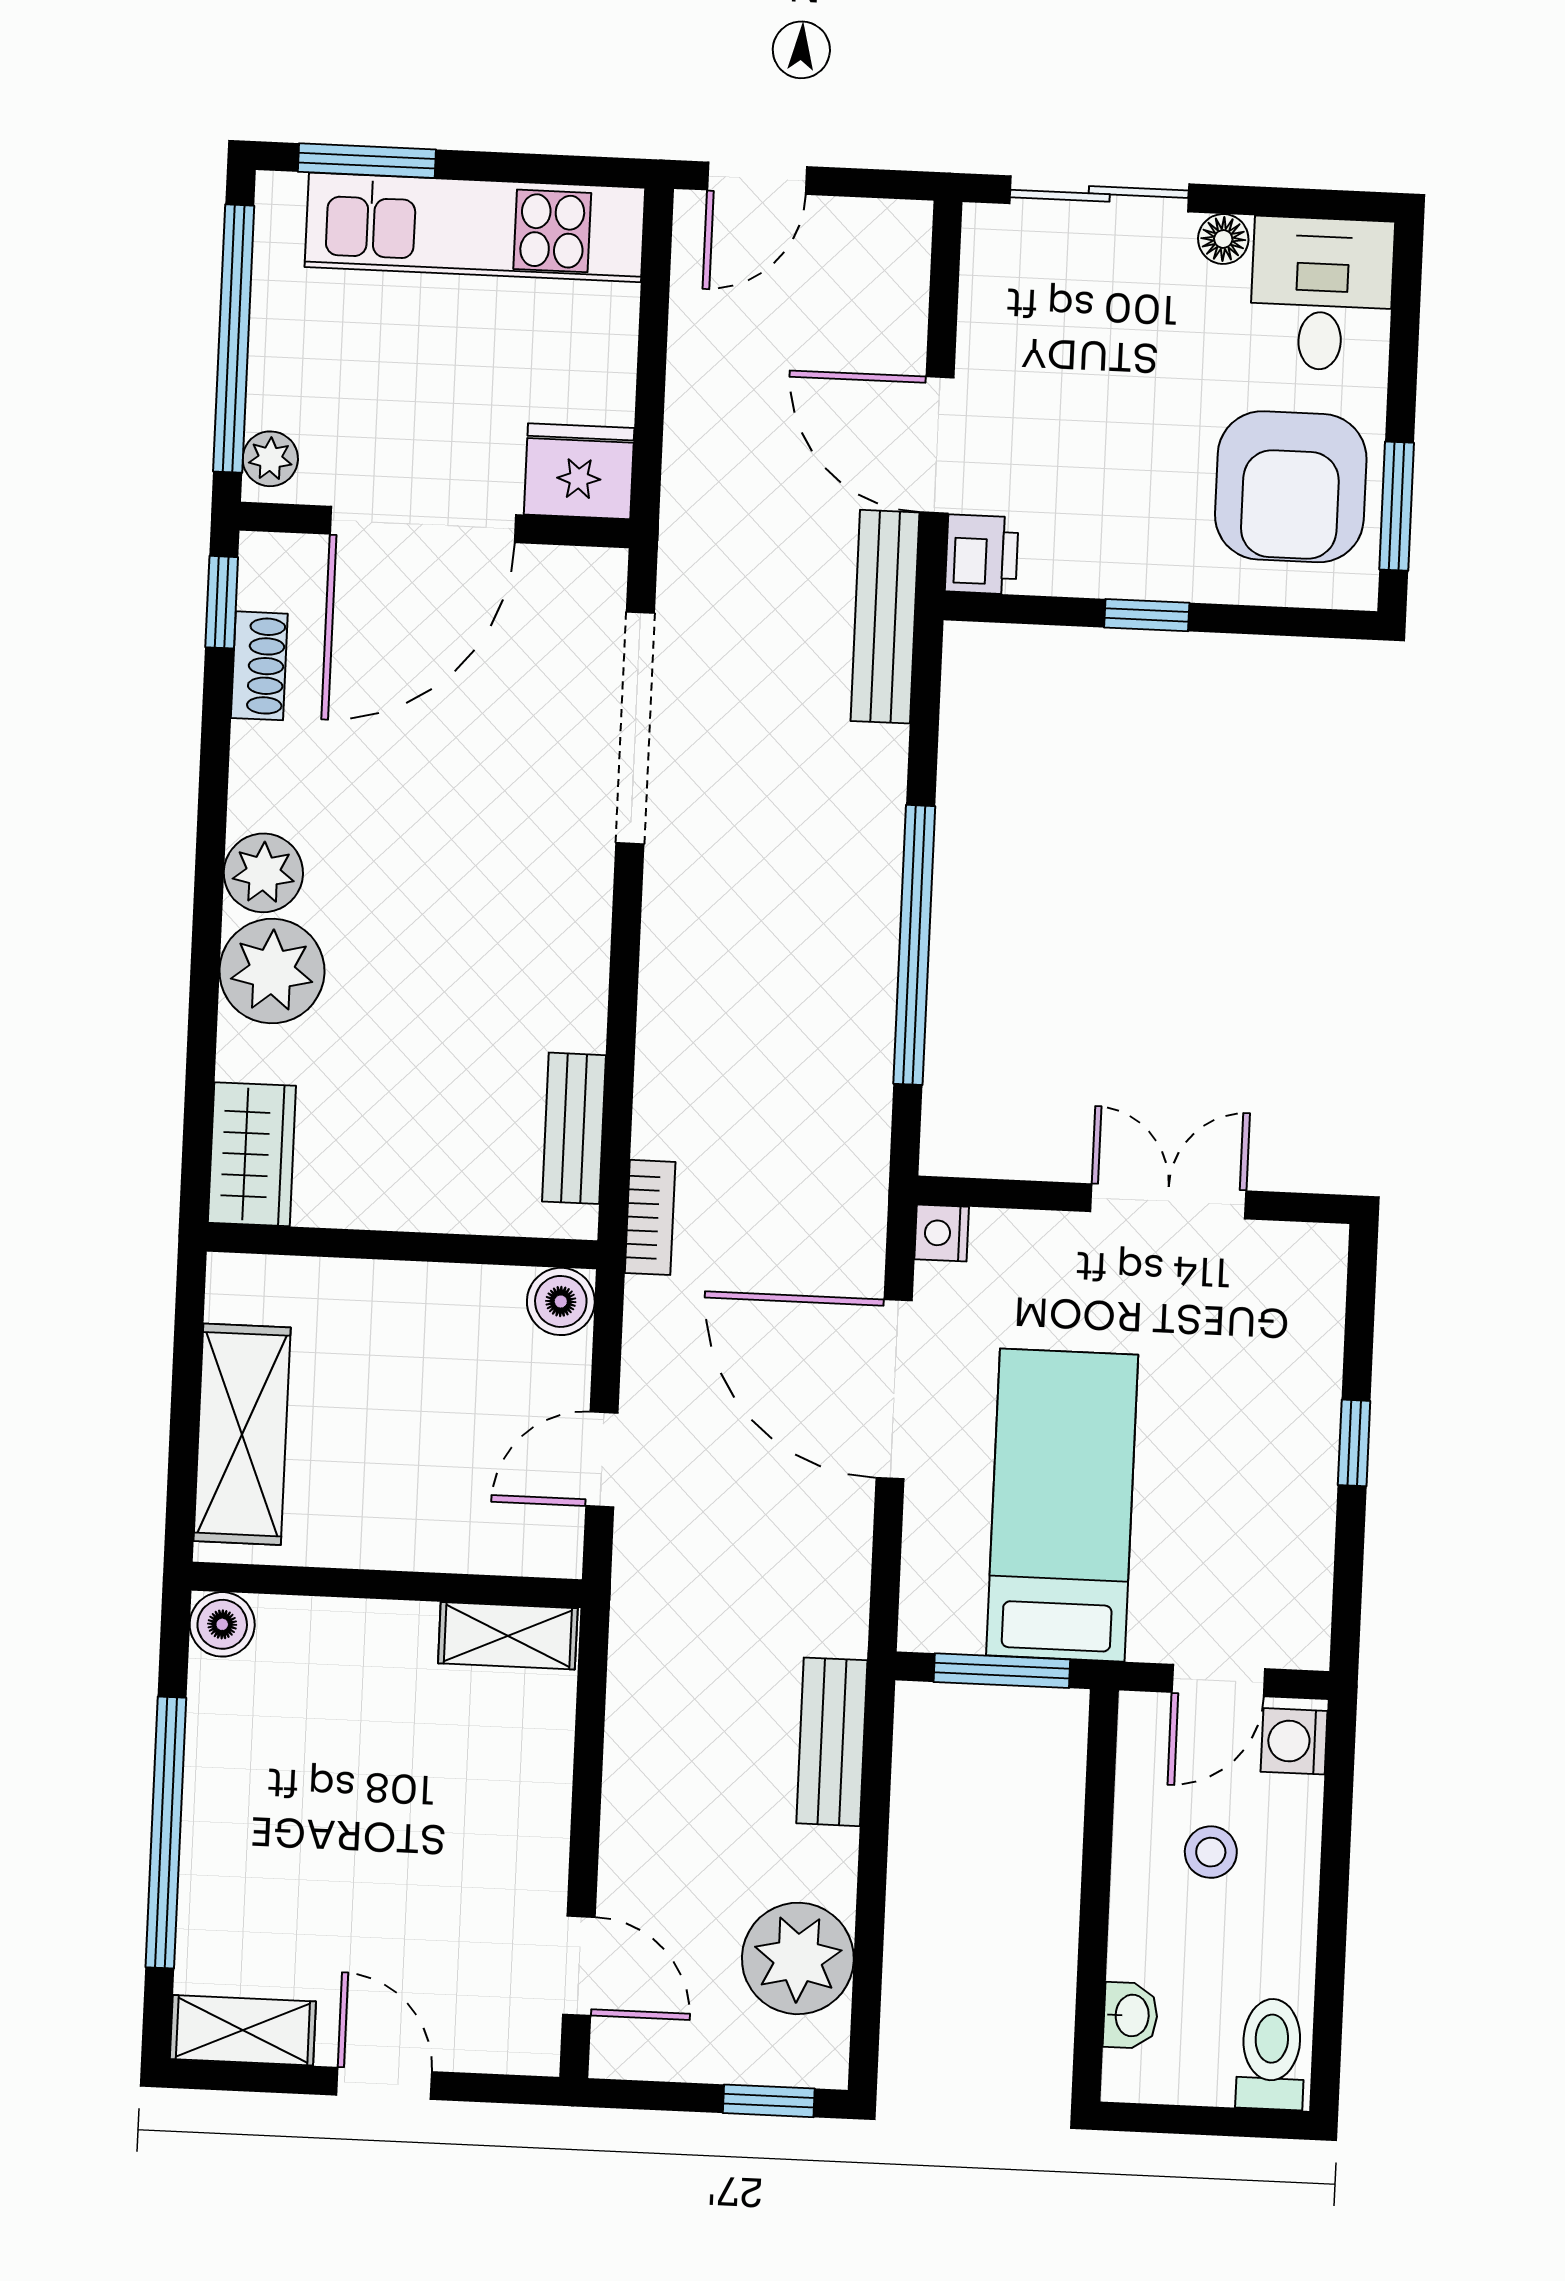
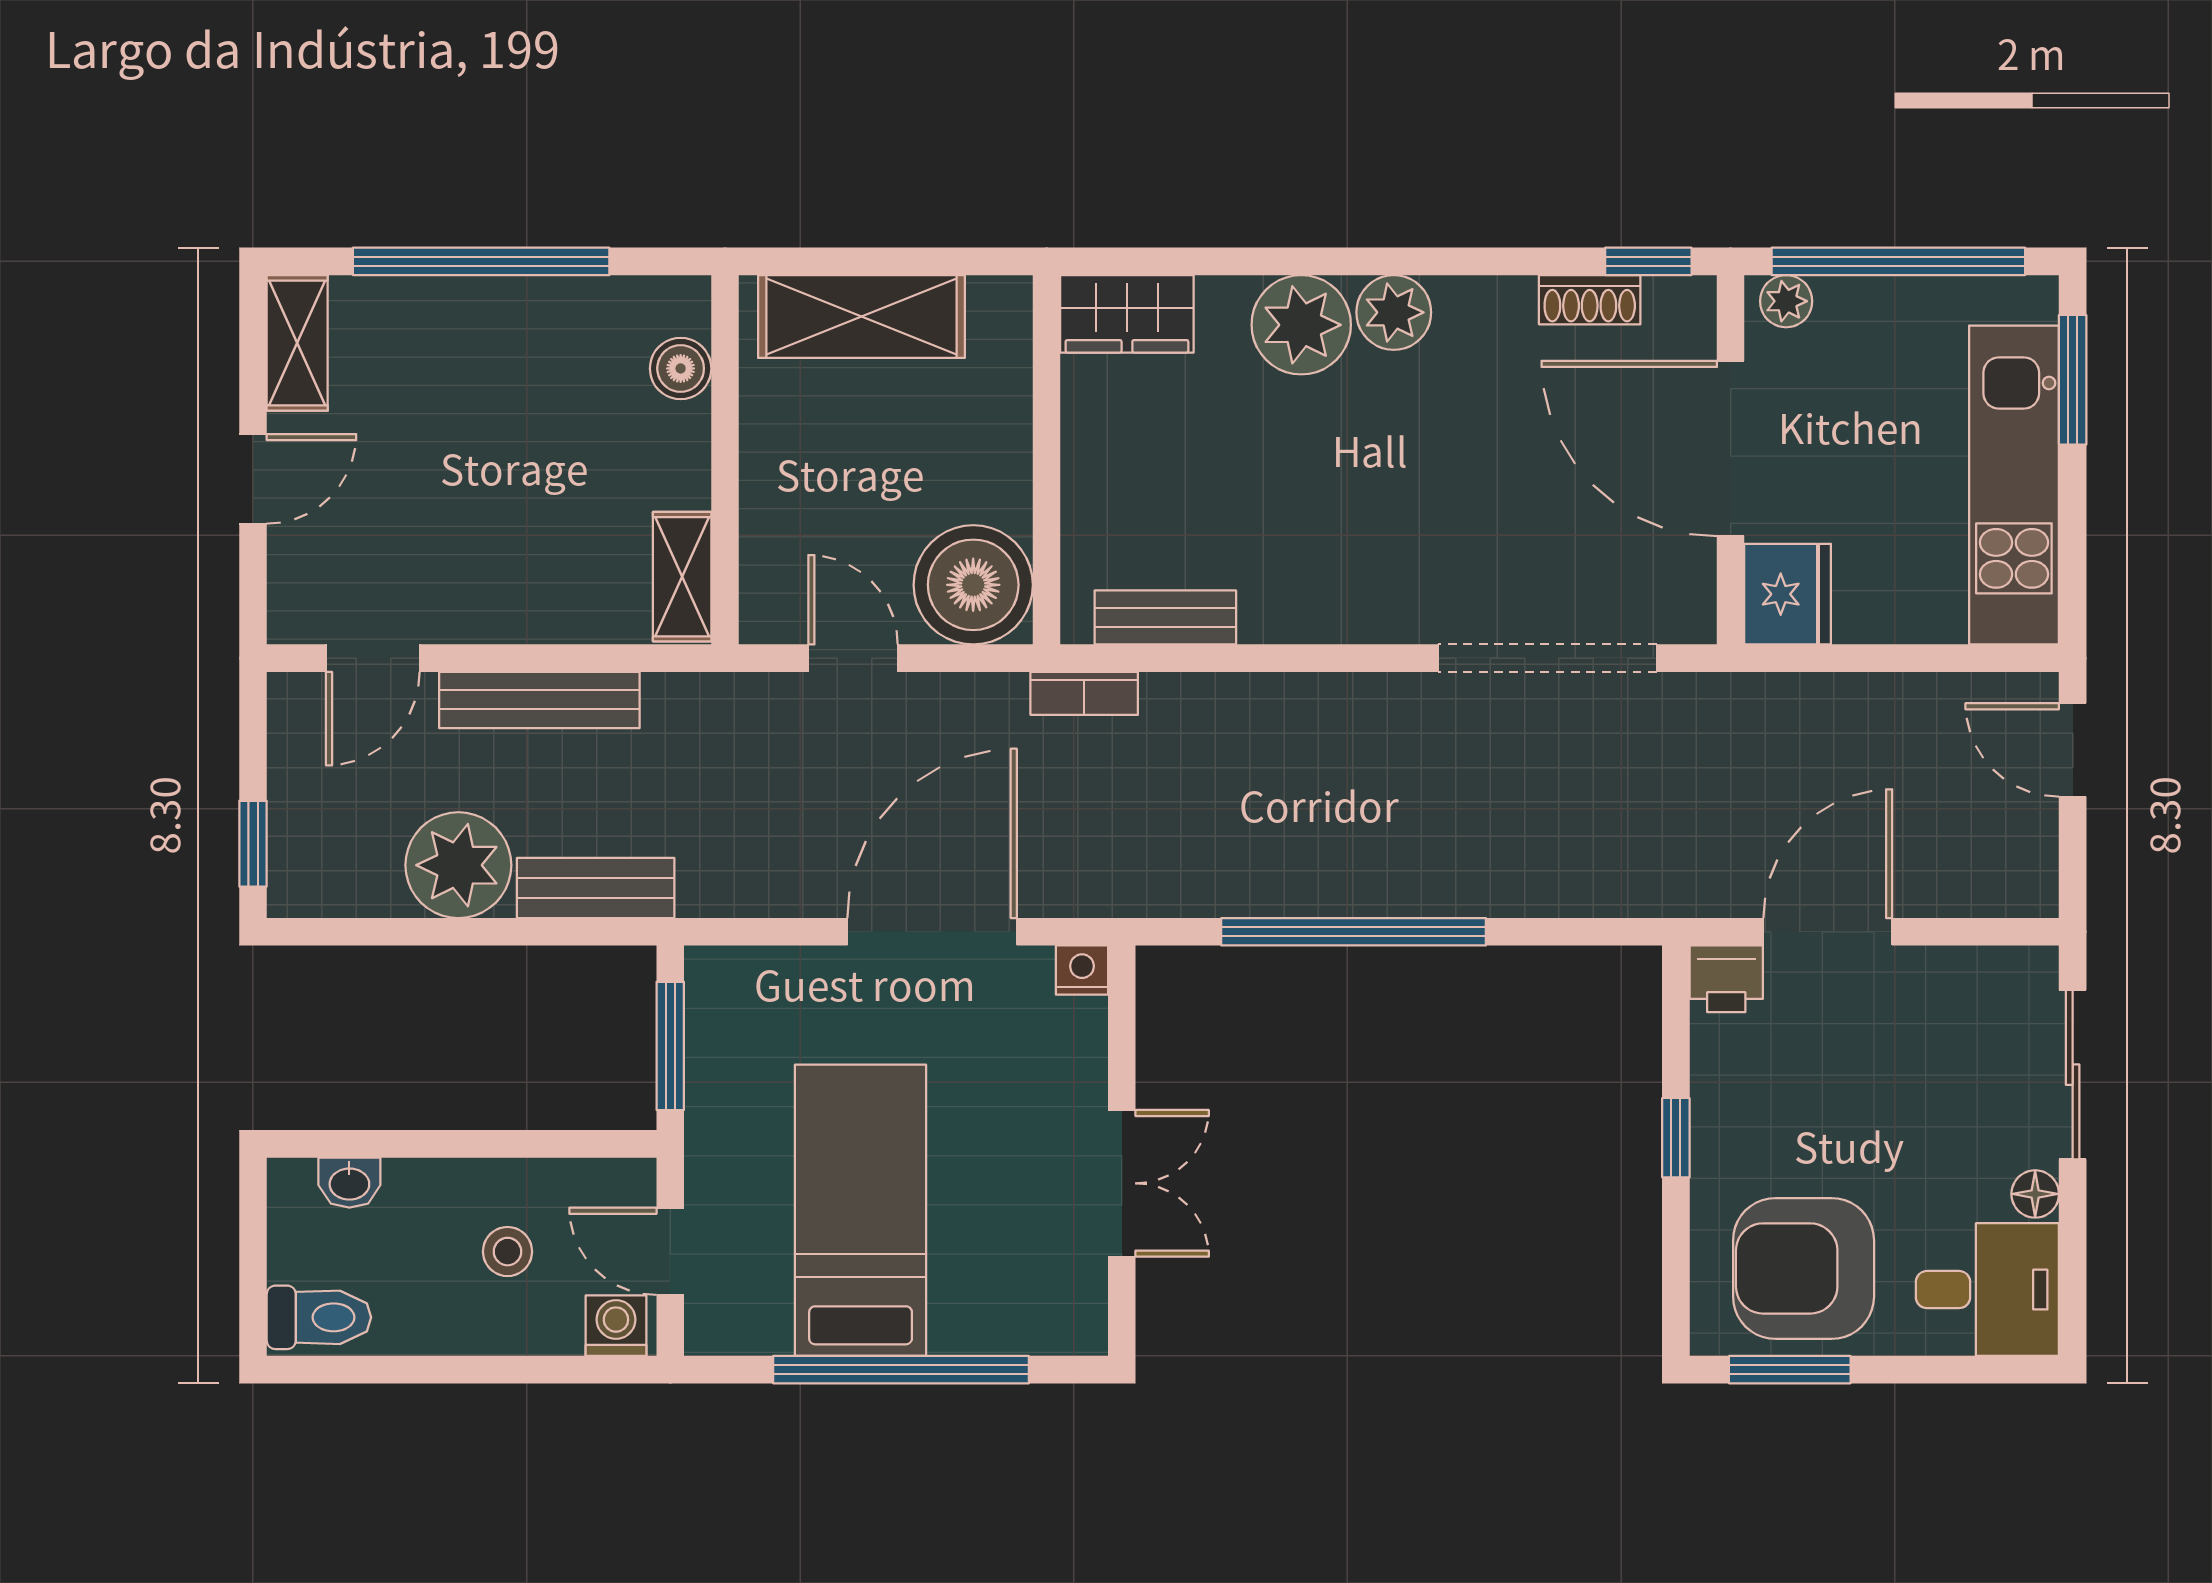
bench: (885, 617) -> (539, 700), moved
boiler: (561, 1301) -> (973, 585), width x1.86, depth x1.86
window: (1354, 1443) -> (901, 1370), width x3.17
bed: (1062, 1505) -> (861, 1210), moved, turned -90
boiler: (222, 1624) -> (681, 368), moved
plant: (798, 1958) -> (458, 865), moved

